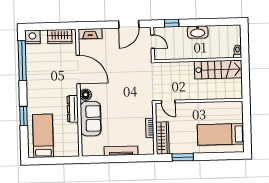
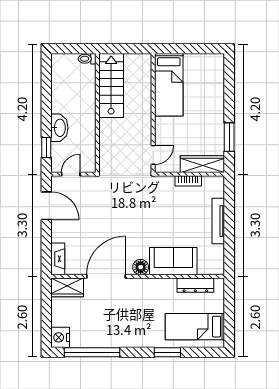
washbasin: (198, 32) -> (59, 128), moved
wardrobe: (60, 36) -> (67, 287), moved, turned 90
dresser: (73, 109) -> (195, 285), moved
bed: (221, 134) -> (169, 85), moved

